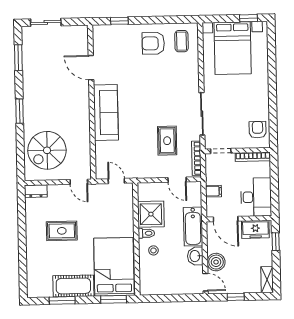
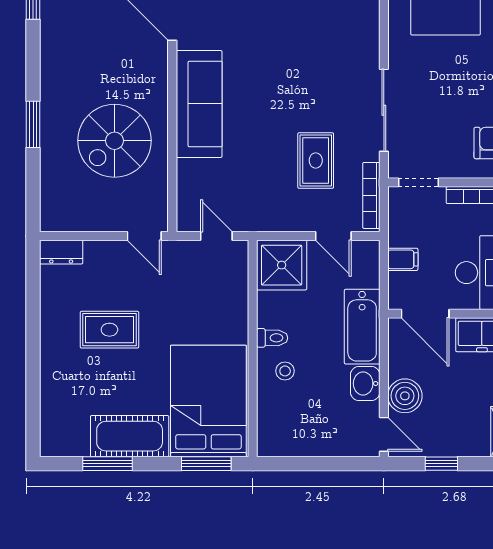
window: (19, 111) -> (33, 124), moved
spiral stairs: (47, 150) -> (114, 141), moved
shower: (151, 214) -> (282, 265), moved

